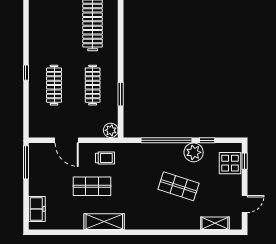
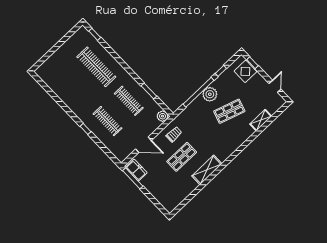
plant: (194, 152) -> (210, 94), moved
freezer: (37, 209) -> (136, 170), moved
shelving: (215, 223) -> (261, 120), moved

